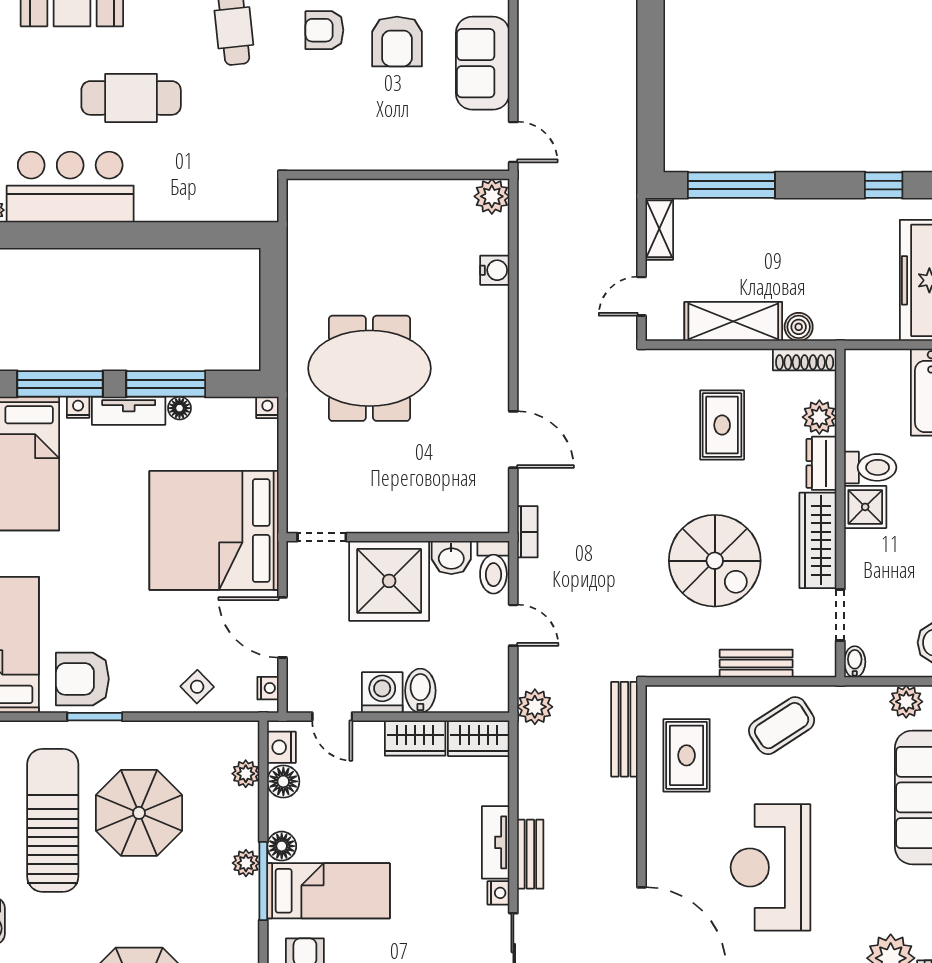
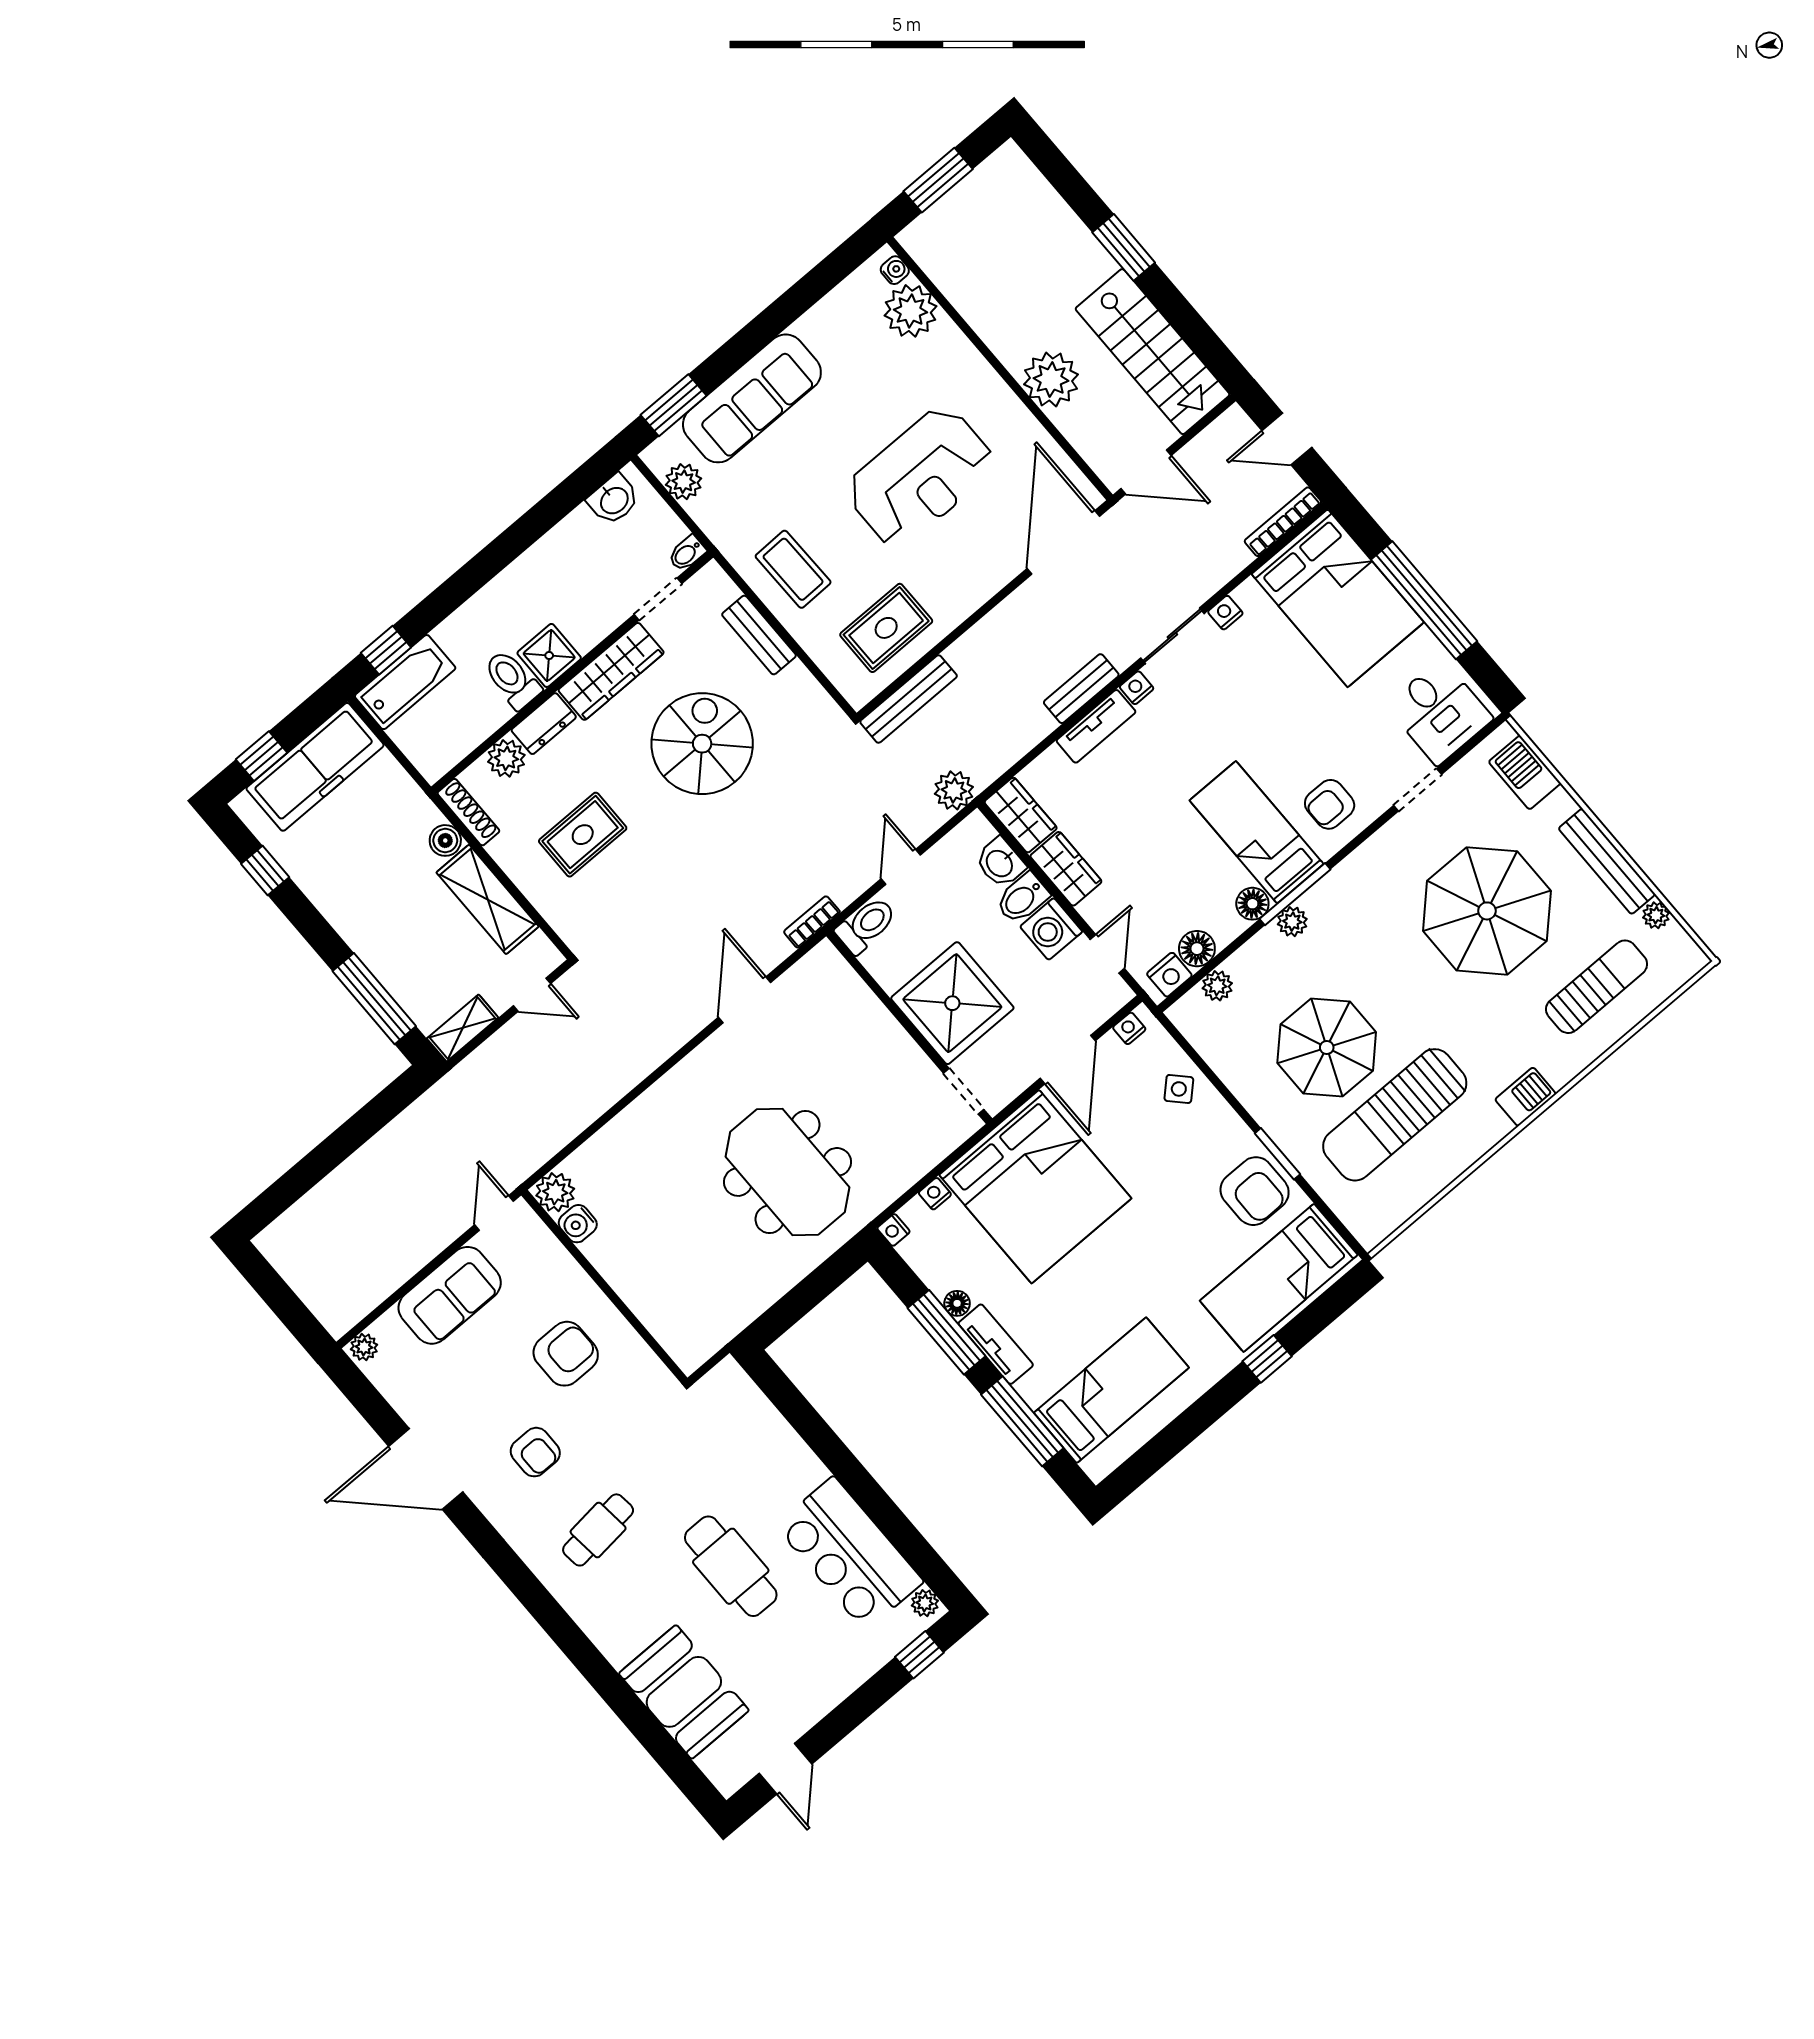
armchair: (397, 41) -> (566, 1354), moved
water cooler: (495, 270) -> (578, 1224), moved, turned -90
nightstand: (78, 407) -> (935, 1194), moved, turned 90
washbasin: (451, 558) -> (1000, 863), moved, turned 180
coffee table: (782, 726) -> (793, 569), turned 32

